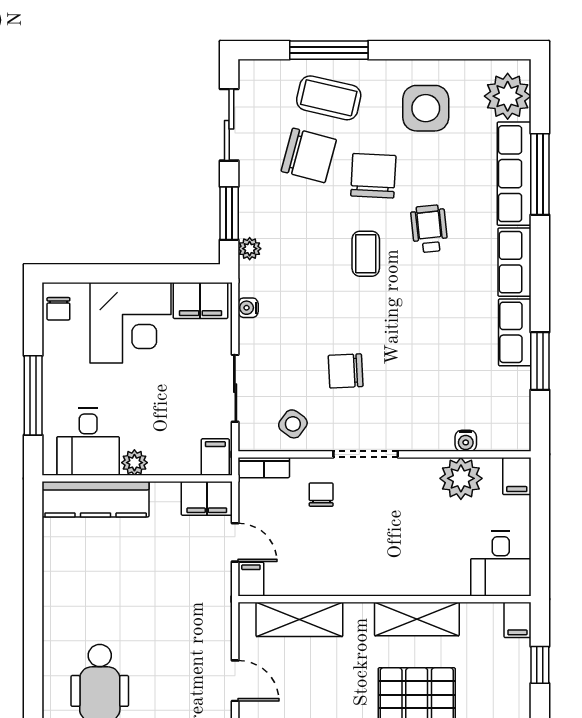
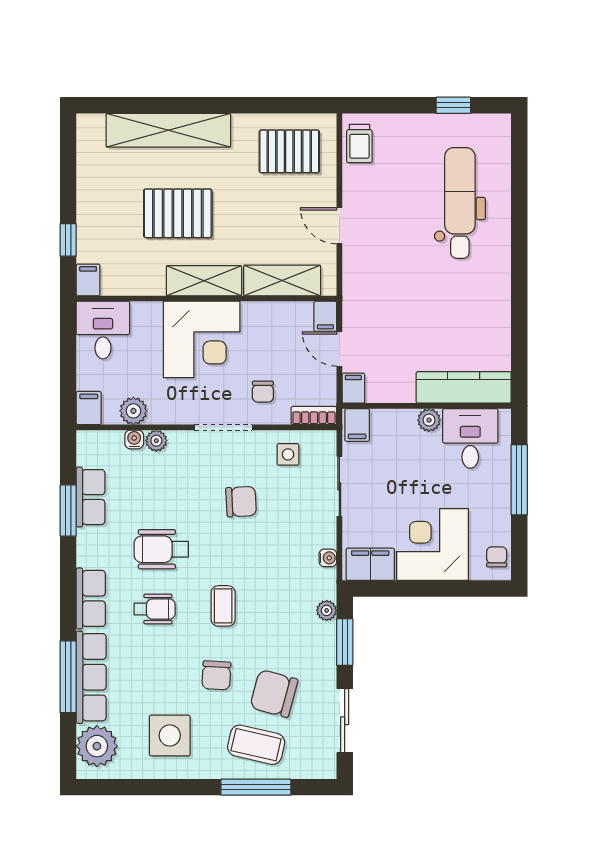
chair: (373, 176) -> (216, 675), width x0.73, depth x0.73
wheelchair: (429, 229) -> (155, 609), moved, turned -84
wheelchair: (435, 317) -> (161, 549), added
row of seats: (515, 332) -> (91, 497), moved
side table: (293, 424) -> (288, 454), turned -36
plant: (441, 439) -> (156, 441), added
plant: (461, 478) -> (133, 411), width x0.73, depth x0.73
filing cabinet: (207, 498) -> (353, 388), width x0.50
corner desk: (390, 553) -> (202, 339), added
shelving: (417, 619) -> (204, 281), moved

